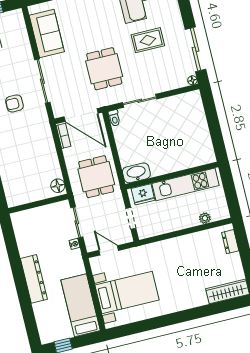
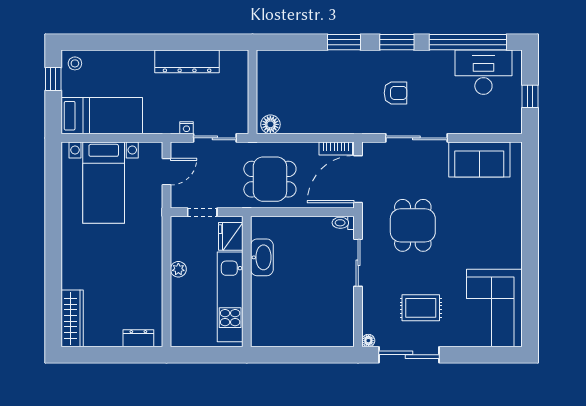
rug: (148, 40) -> (421, 308), moved, turned 90
dining table: (104, 69) -> (413, 225), turned 90
armchair: (14, 103) -> (396, 93), turned 90
washbasin: (136, 173) -> (262, 257), moved
plant: (205, 218) -> (178, 269), moved
dresser: (34, 279) -> (187, 61), moved
stool: (49, 333) -> (75, 63), added

